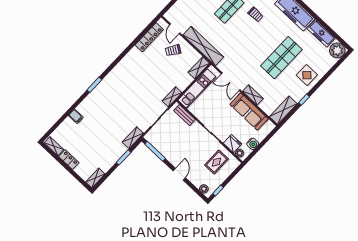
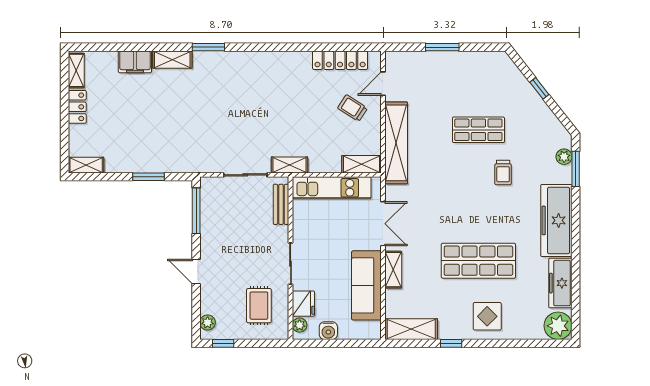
double door: (231, 82) -> (383, 224), swing flipped
filing cabinet: (76, 116) -> (135, 62), width x2.00
shelving: (133, 138) -> (172, 60), moved
rug: (217, 162) -> (259, 306), turned 90
door: (179, 174) -> (196, 271), swing flipped

